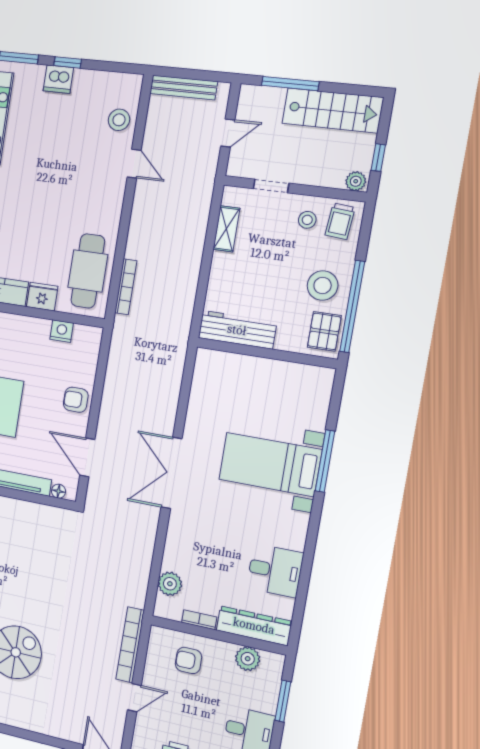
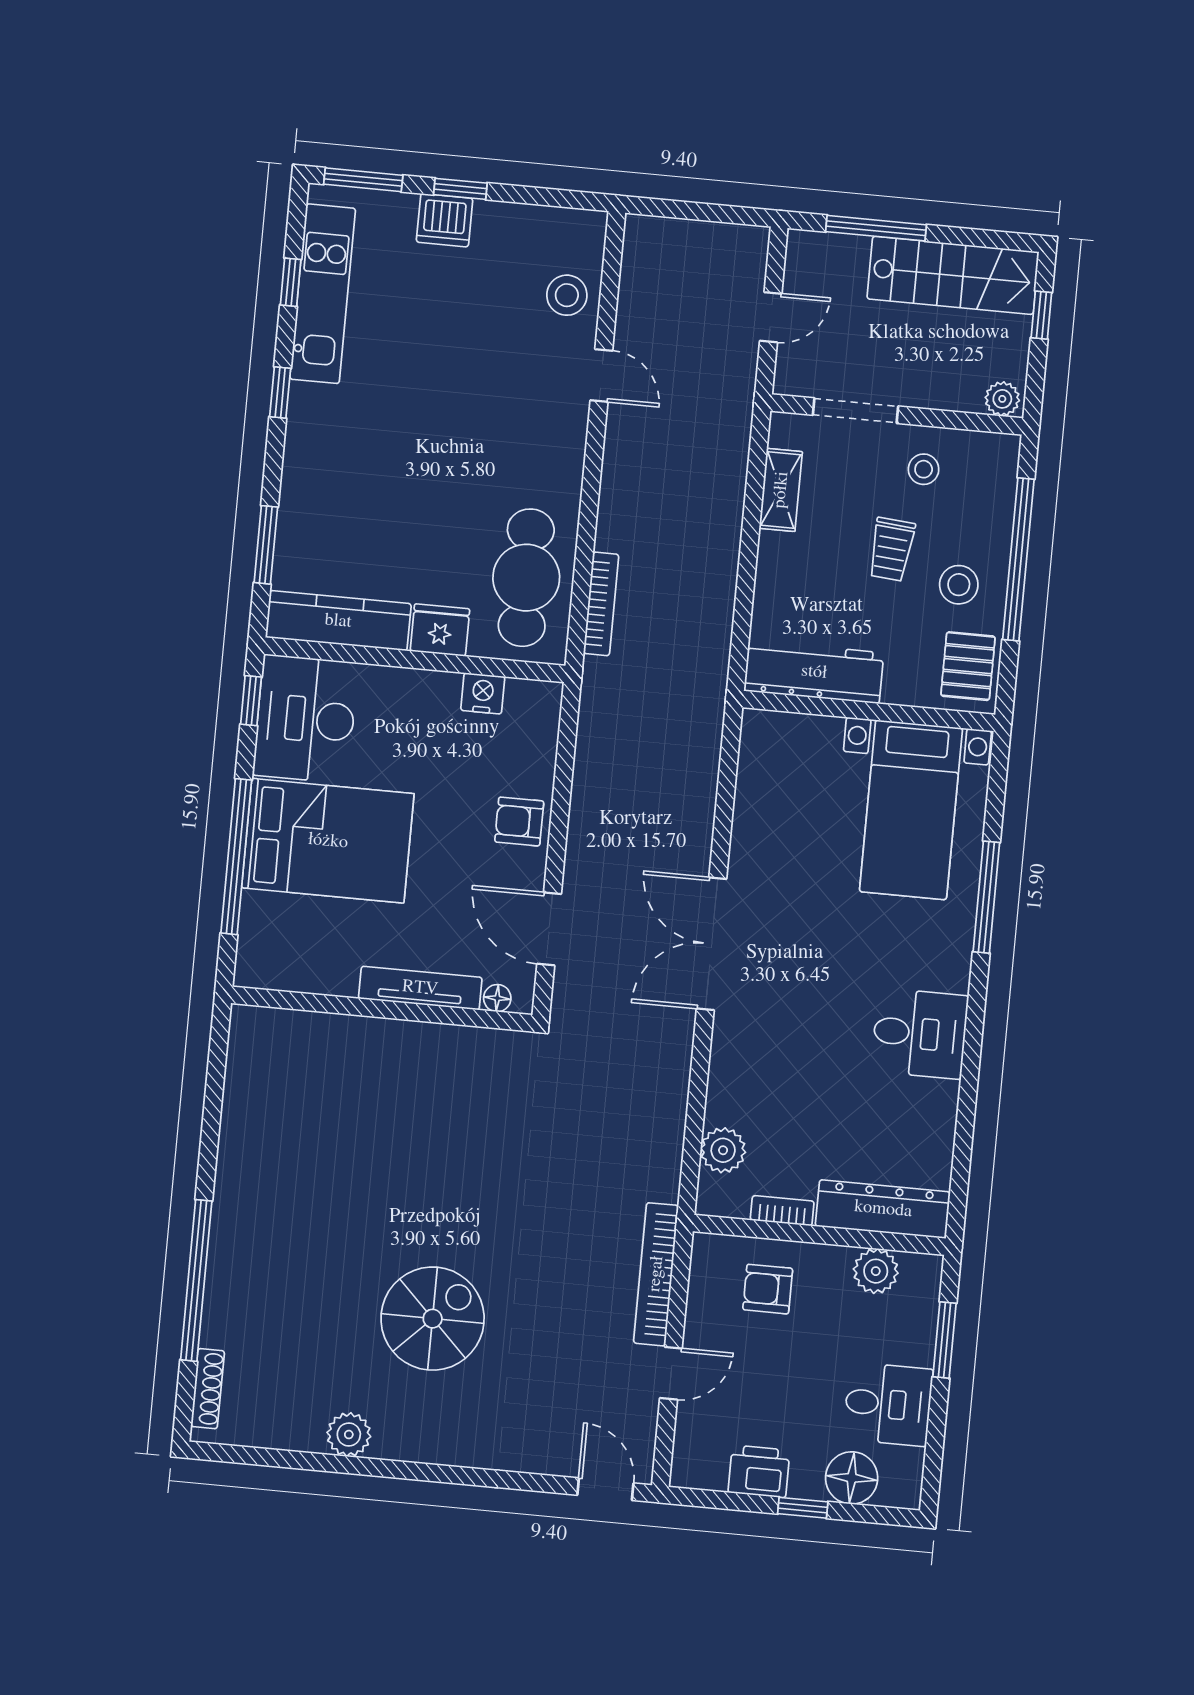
bench: (183, 87) -> (684, 235), removed
window: (378, 158) -> (1041, 315), moved
doorway: (271, 186) -> (855, 411), width x1.38
trolley: (340, 221) -> (891, 549), moved
stool: (323, 286) -> (959, 585), width x0.73, depth x0.73
window: (352, 307) -> (1018, 559), moved
bed with nightstands: (270, 465) -> (911, 810), moved, turned -90
desk: (275, 571) -> (920, 1034), moved

